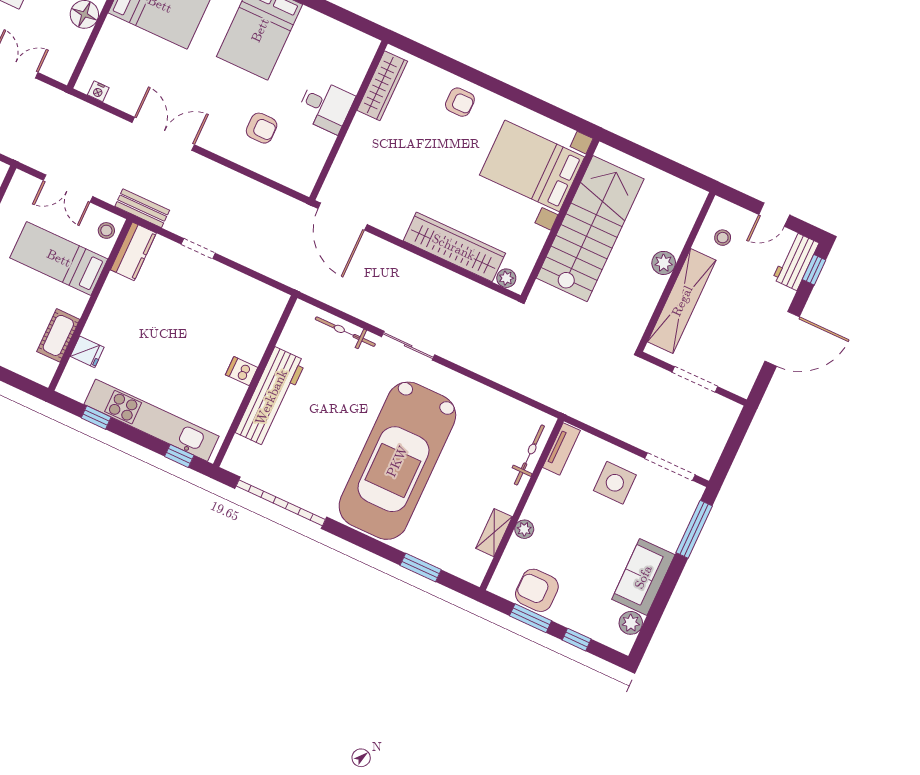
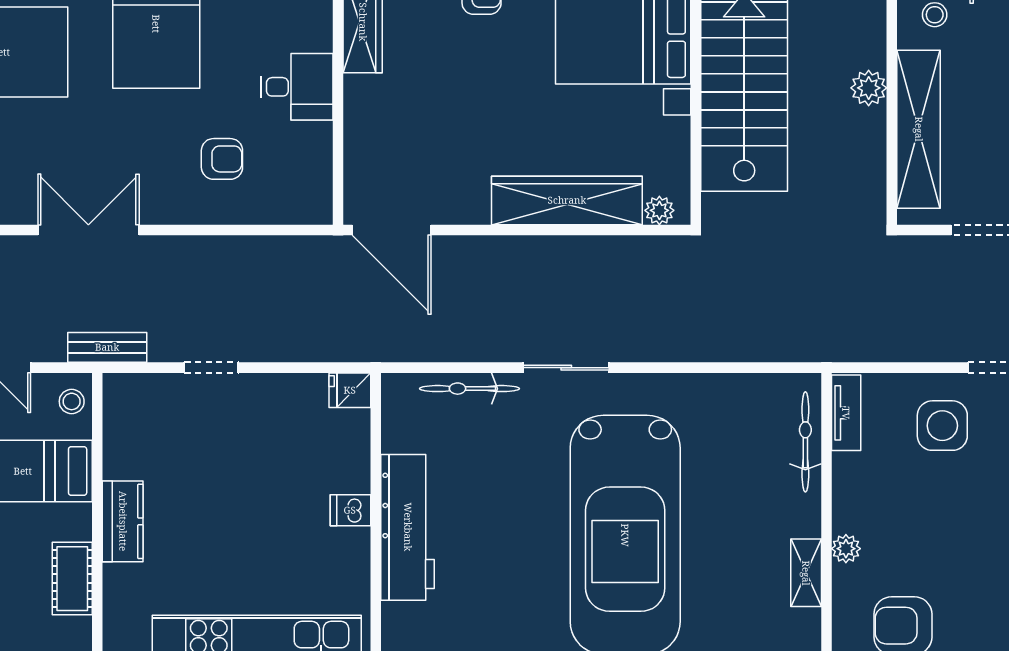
kitchen counter: (133, 251) -> (123, 521), moved
fridge: (87, 352) -> (350, 390), moved, turned 180

